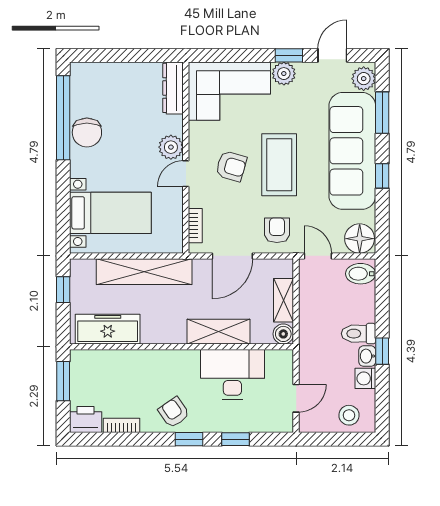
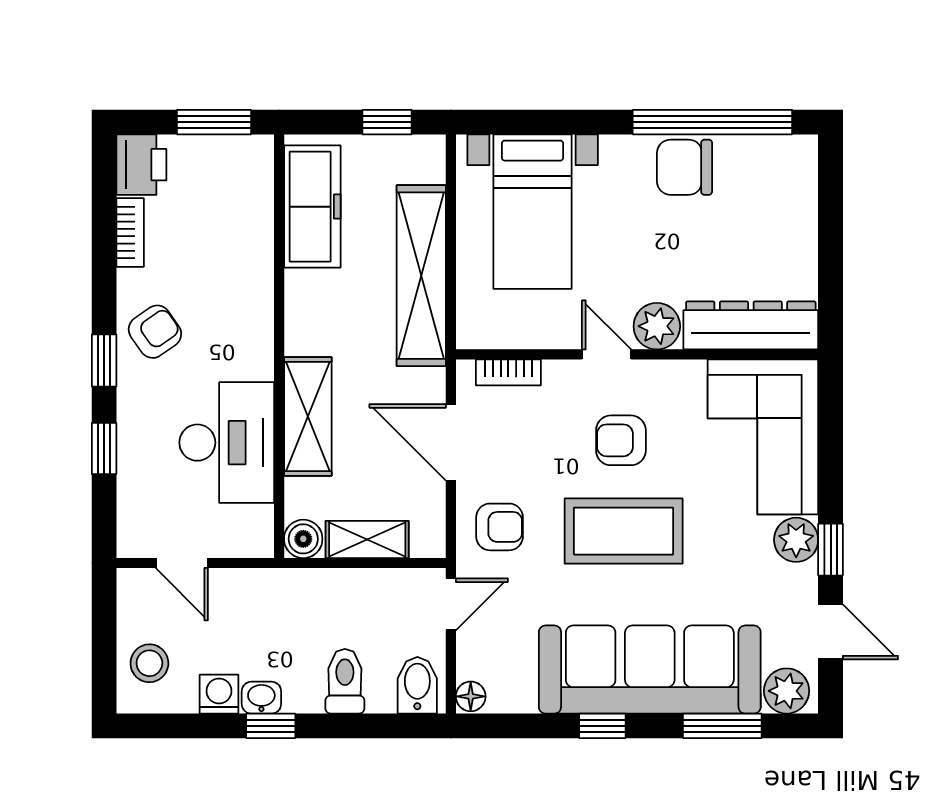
dresser: (173, 88) -> (751, 325), width x1.37, depth x1.24
armchair: (231, 166) -> (621, 440), turned 74
floor lamp: (360, 239) -> (471, 696), width x0.53, depth x0.53
toilet: (359, 334) -> (345, 681), moved

